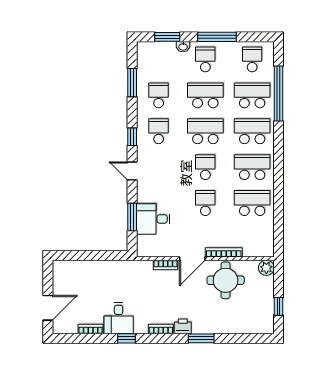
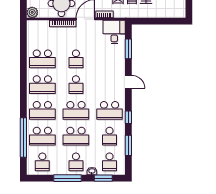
school desk: (159, 59) -> (109, 162), added
school desk: (159, 131) -> (109, 110), width x1.85
window: (132, 137) -> (128, 117), moved
desk: (153, 219) -> (114, 32), moved, turned -90

